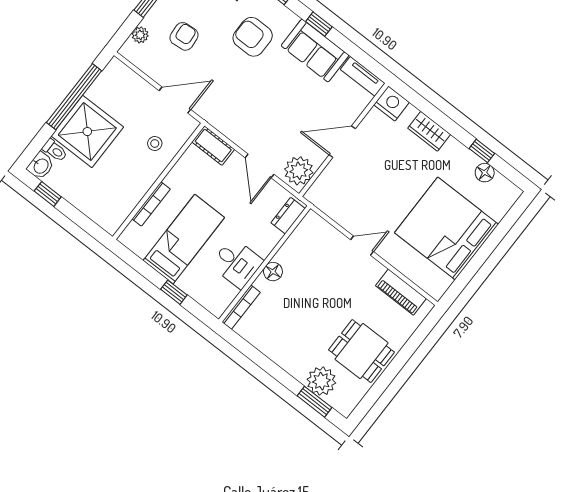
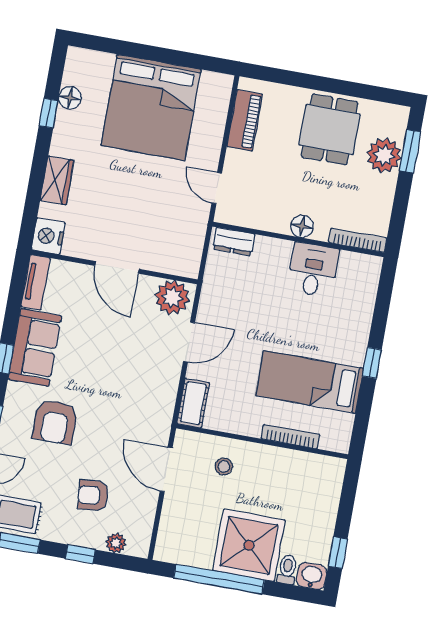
dresser: (288, 216) -> (234, 242), moved
desk: (237, 263) -> (313, 270), moved
wall: (265, 264) -> (298, 239), moved
floor lamp: (273, 272) -> (302, 226), moved
bookcase: (241, 307) -> (358, 240), moved

